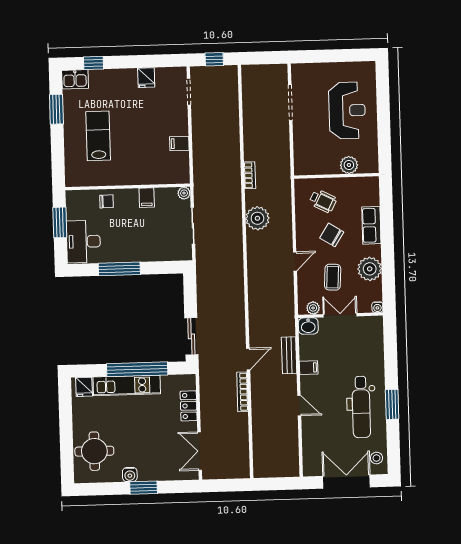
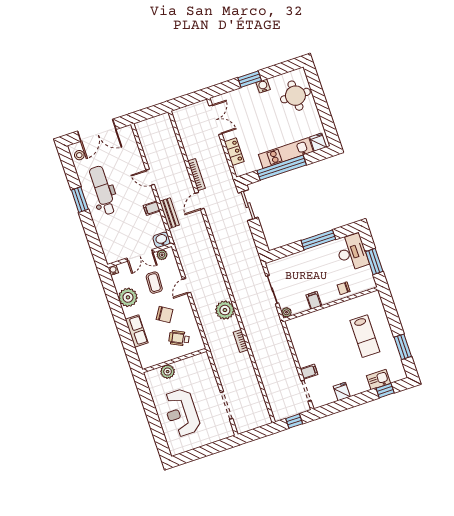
kitchen sink: (75, 79) -> (378, 380), moved
filing cabinet: (179, 143) -> (309, 372), moved

